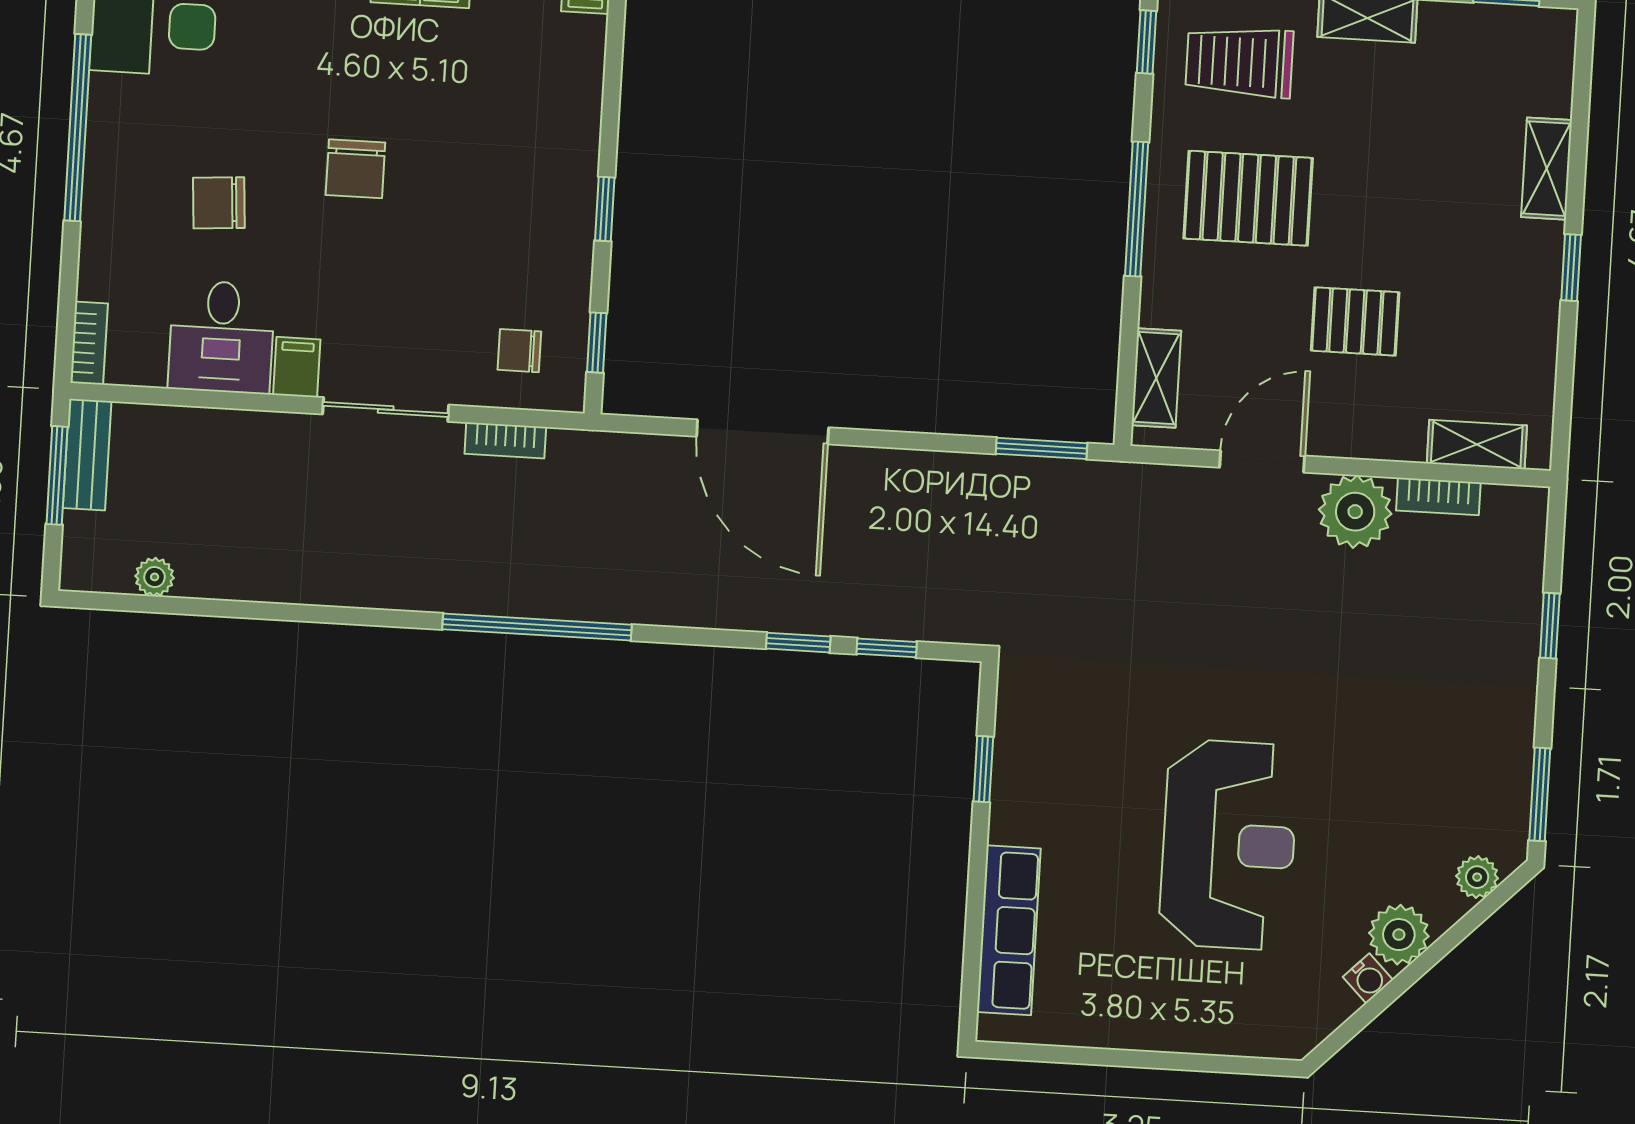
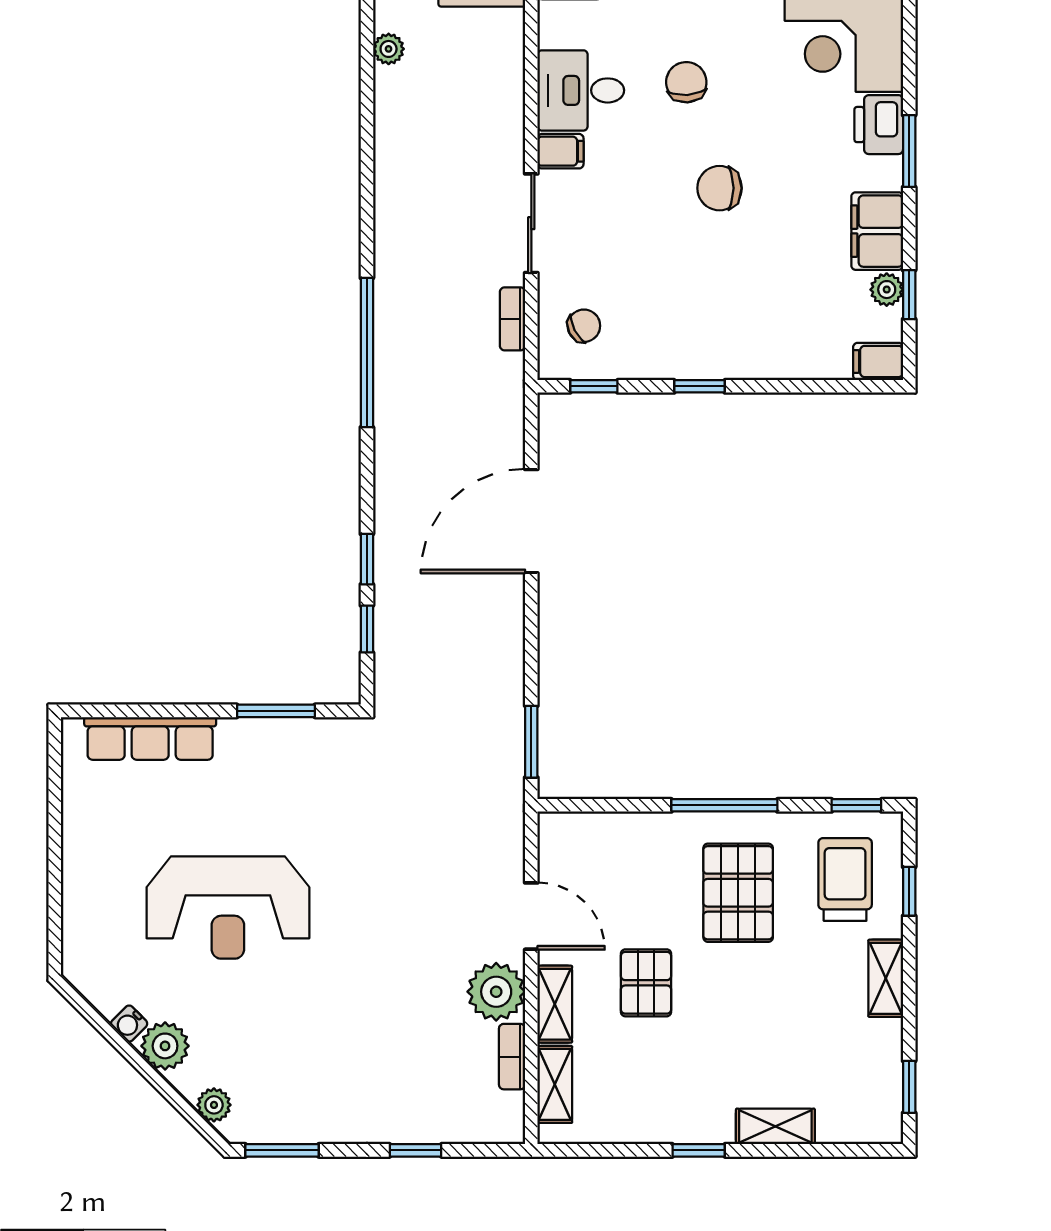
chair: (519, 351) -> (584, 326), turned 63
shelving: (1156, 378) -> (555, 1004), moved, turned 90
window: (983, 769) -> (276, 711), width x1.50

